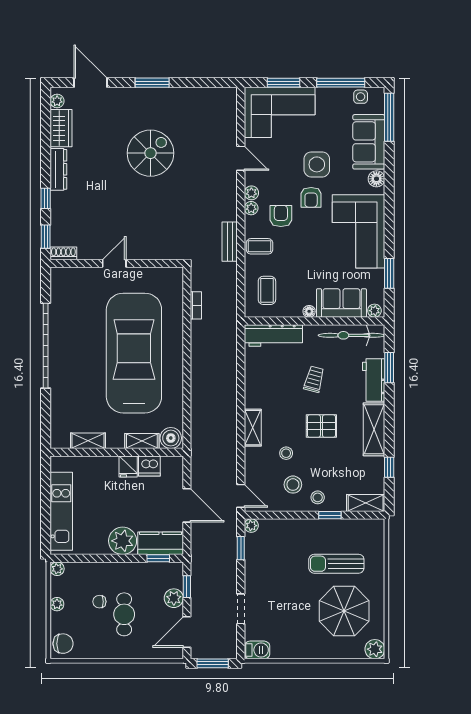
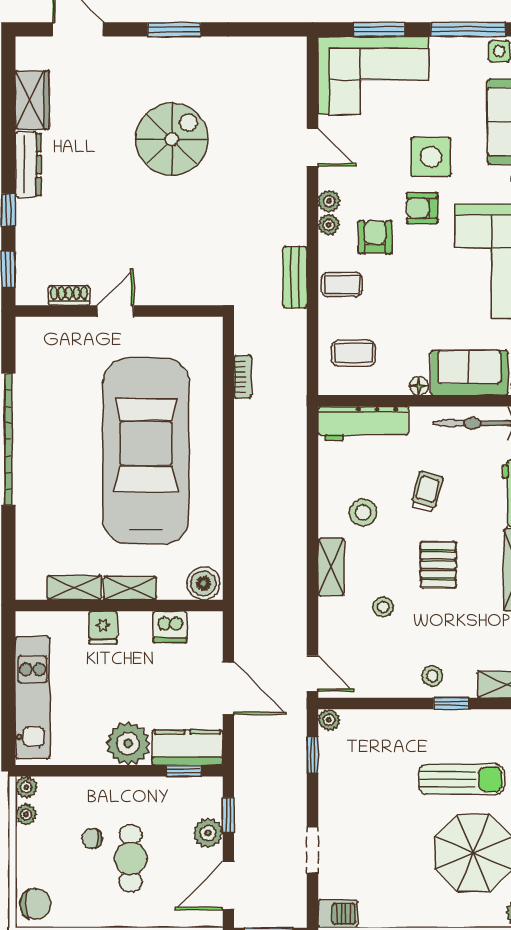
plant: (57, 101) -> (26, 58), removed
armchair: (311, 197) -> (422, 208), turned 90
shoe rack: (63, 253) -> (69, 295), moved
coffee table: (267, 290) -> (353, 353), turned 90
pallet: (321, 426) -> (438, 565), turned 90
shelving: (142, 441) -> (130, 588), moved
fridge: (128, 466) -> (103, 628), moved
stool: (293, 485) -> (363, 512), moved
sun lounger: (336, 564) -> (462, 779), turned 180
plant: (57, 604) -> (26, 814), moved

